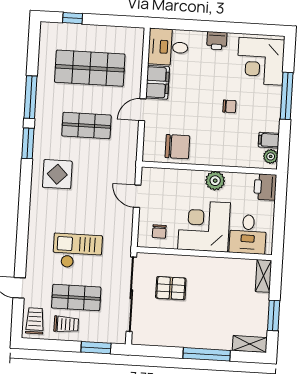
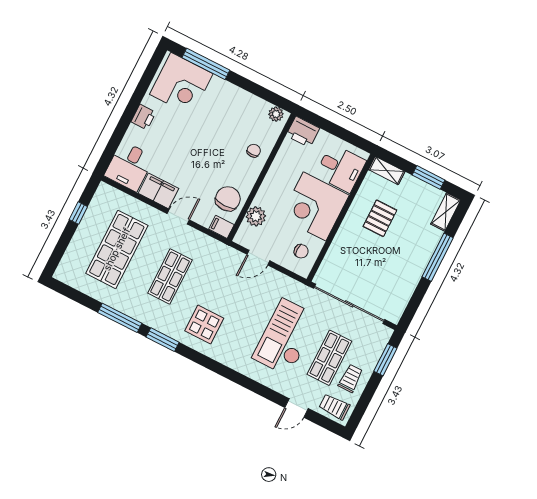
window: (73, 18) -> (78, 213), moved
window: (287, 96) -> (206, 64), moved
chair: (229, 106) -> (254, 151), moved
door: (142, 110) -> (178, 217), swing flipped
filing cabinet: (269, 140) -> (221, 227), moved, turned 90
plant: (215, 181) -> (256, 216), moved
checkout: (77, 251) -> (286, 337), width x1.36, depth x1.21
pallet: (171, 288) -> (380, 218), moved

